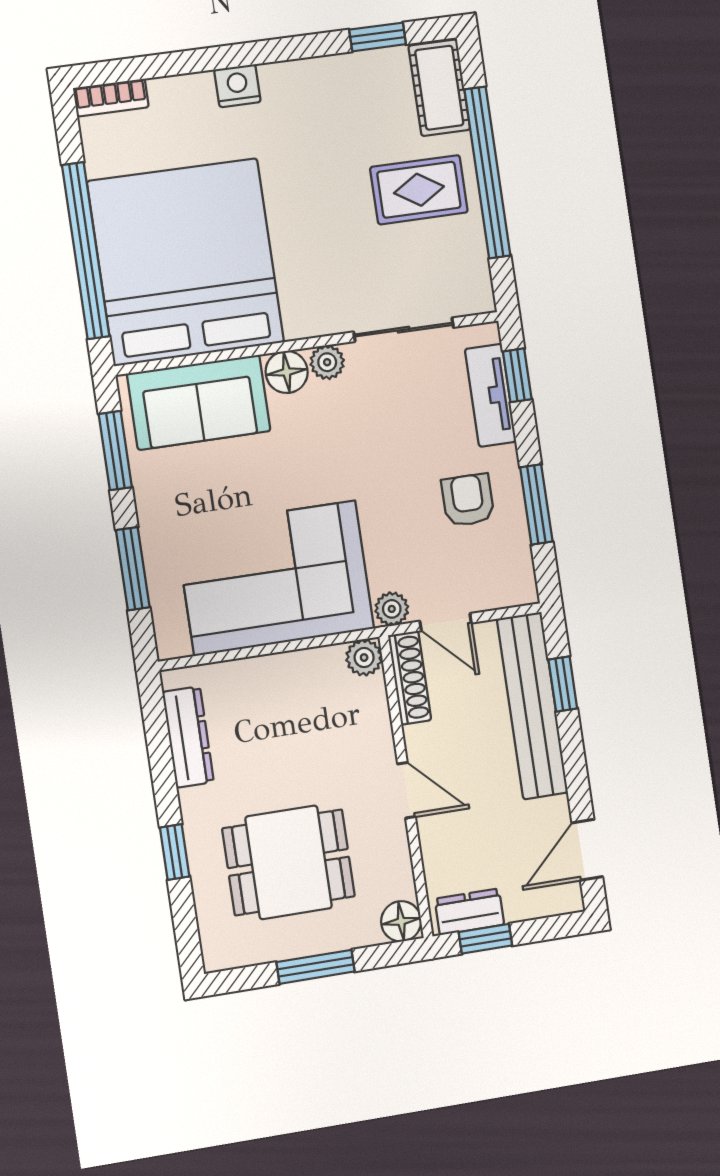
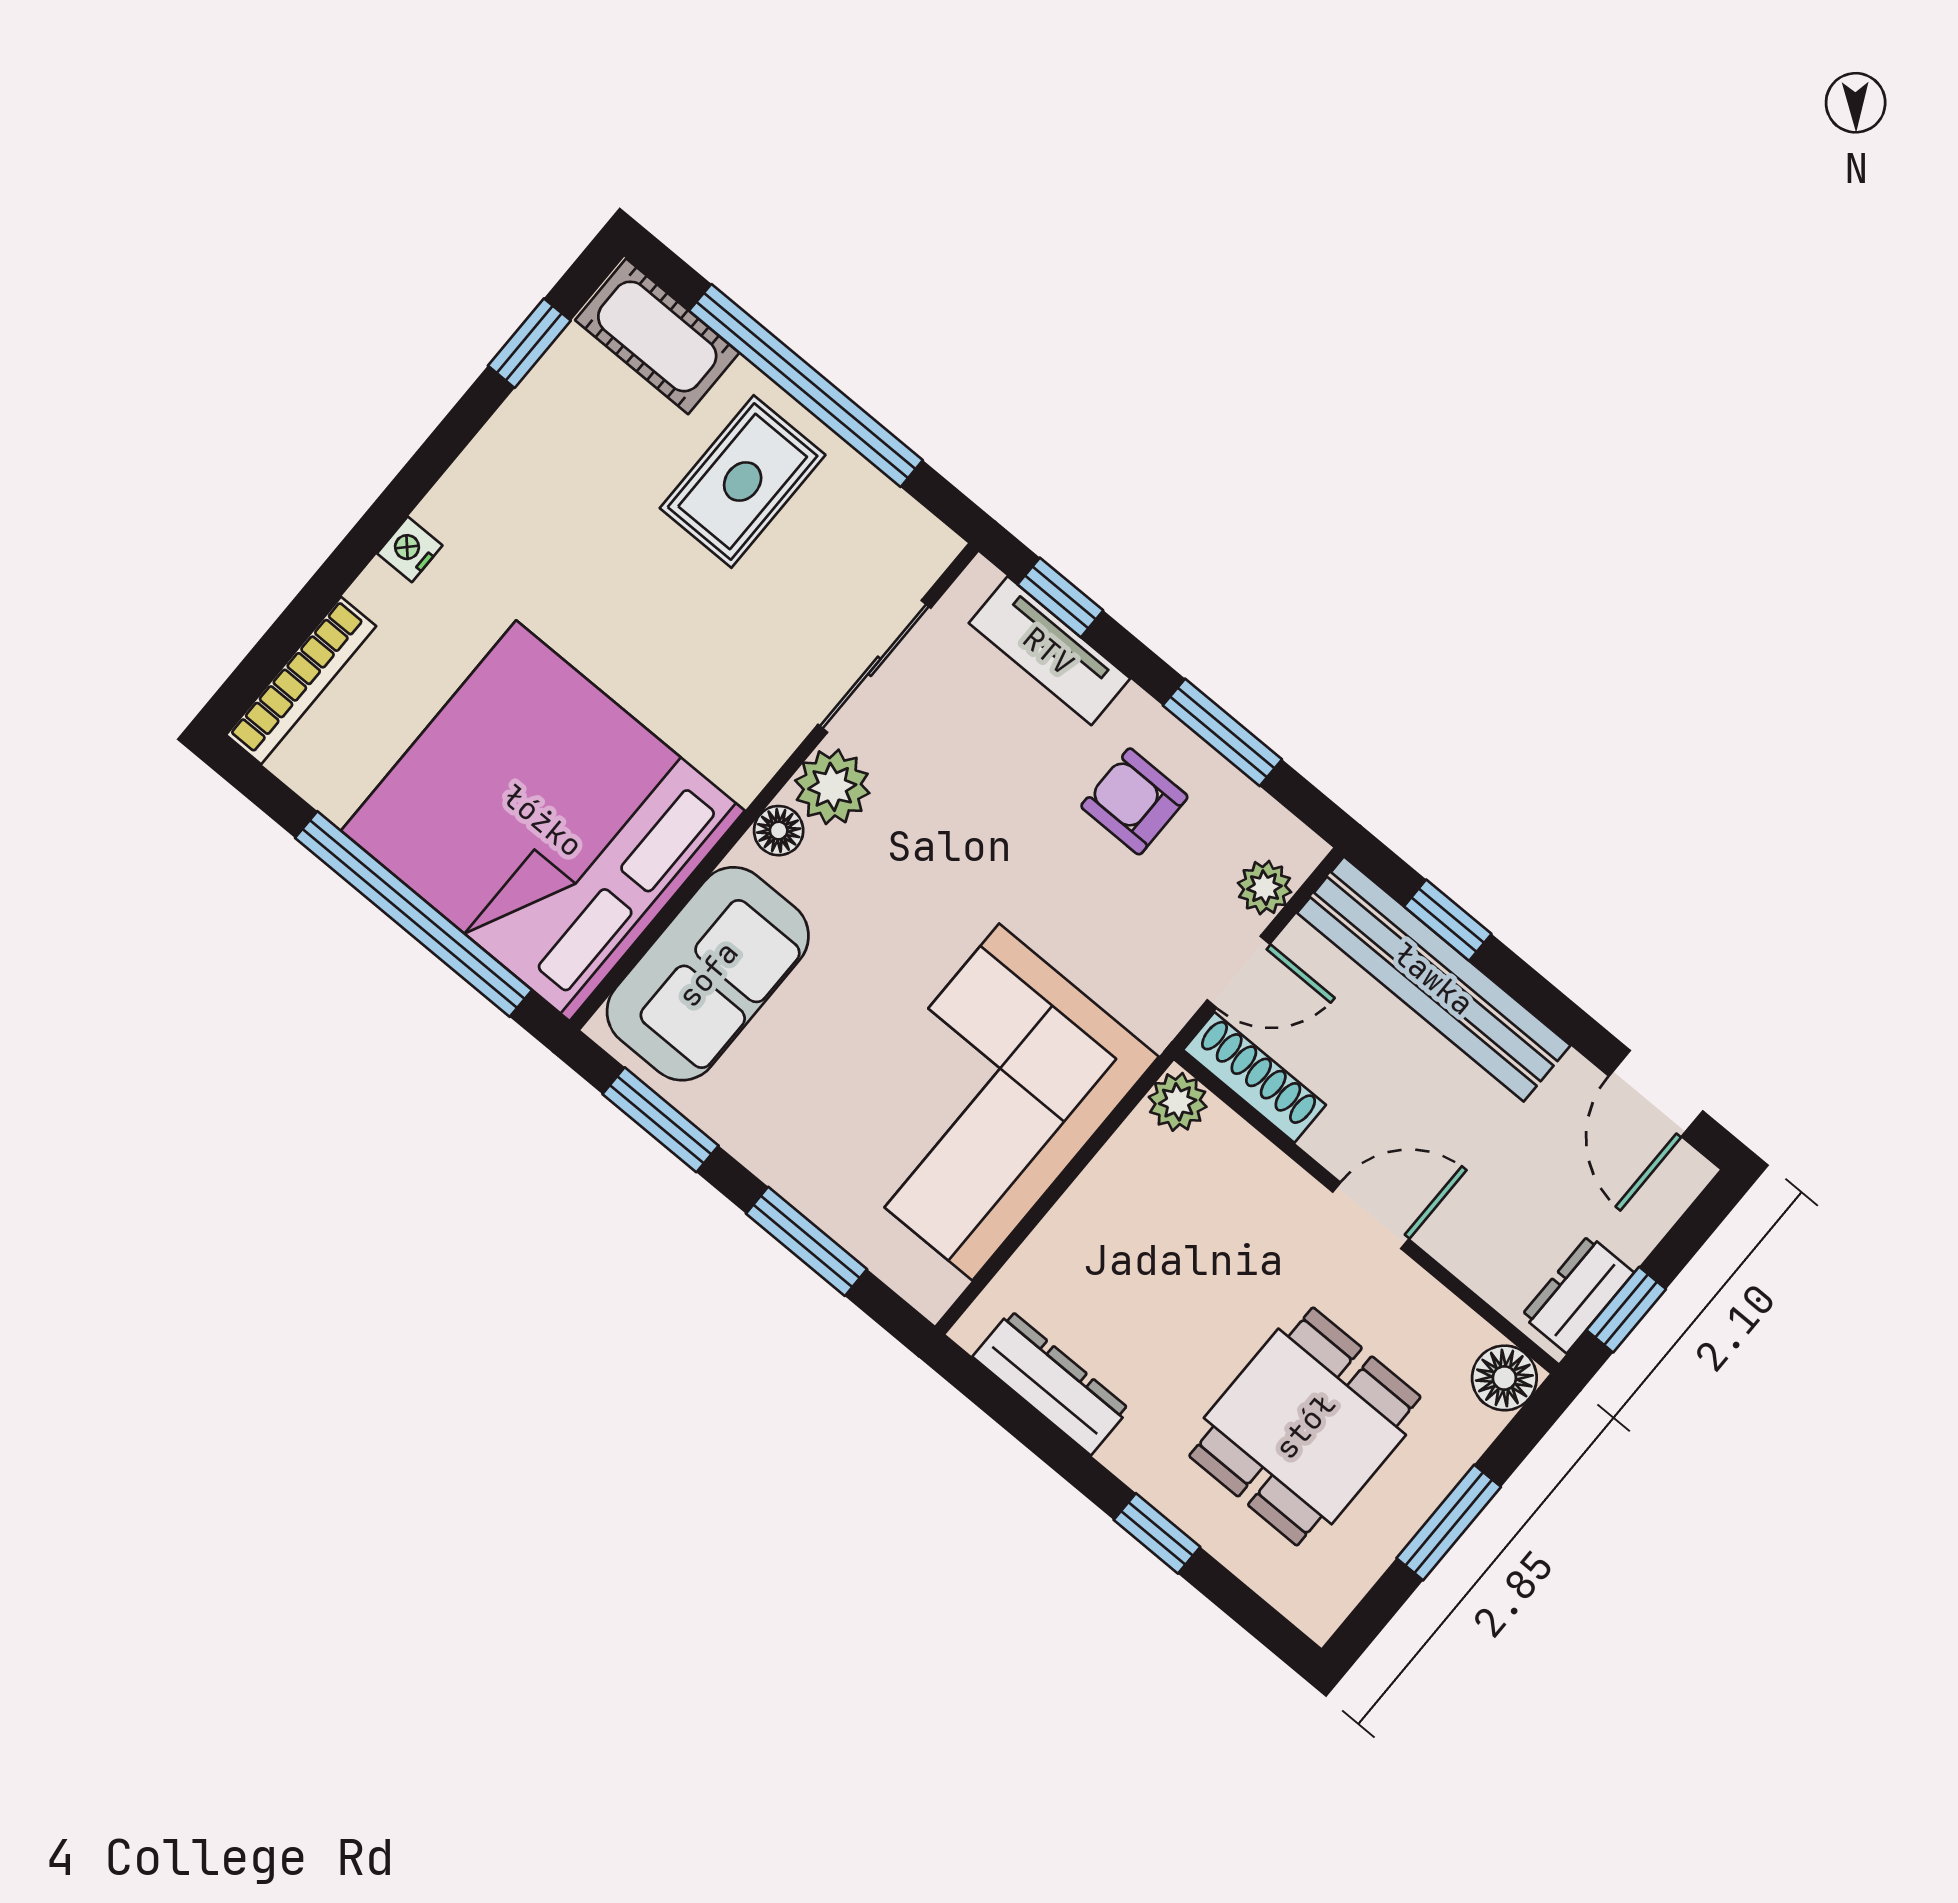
nightstand: (237, 86) -> (410, 549), width x0.72, depth x0.74
bookcase: (111, 98) -> (301, 680), width x1.56
plant: (327, 362) -> (832, 787), width x1.38, depth x1.38
floor lamp: (287, 372) -> (779, 831), width x0.73, depth x0.73
plant: (392, 609) -> (1264, 888), moved

